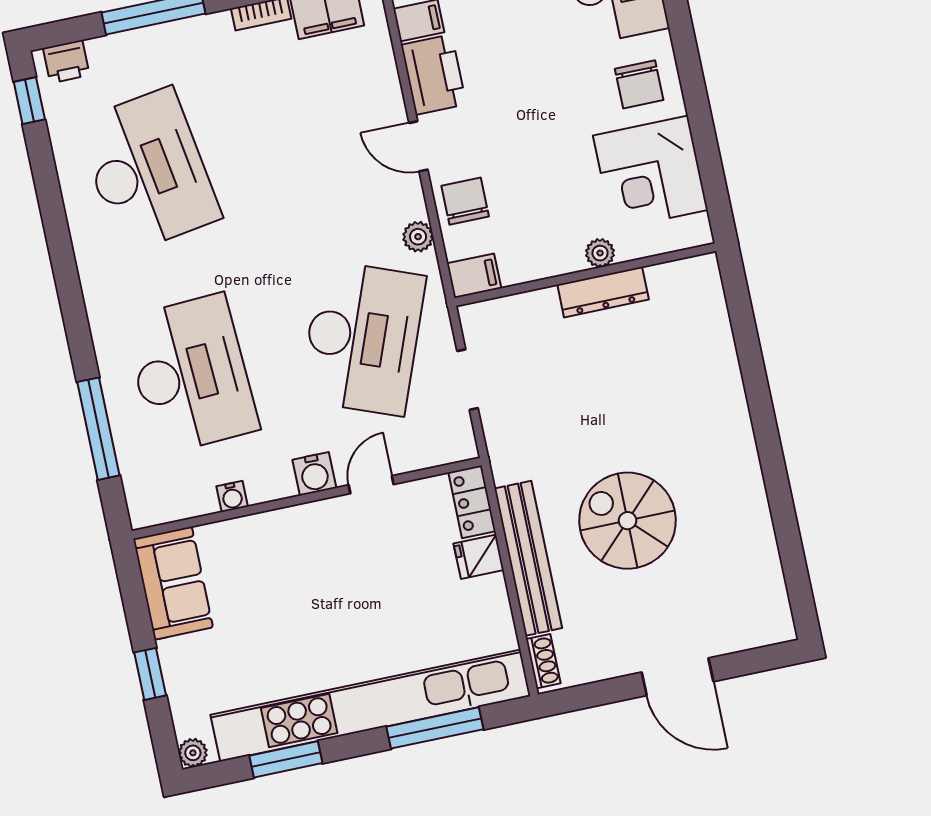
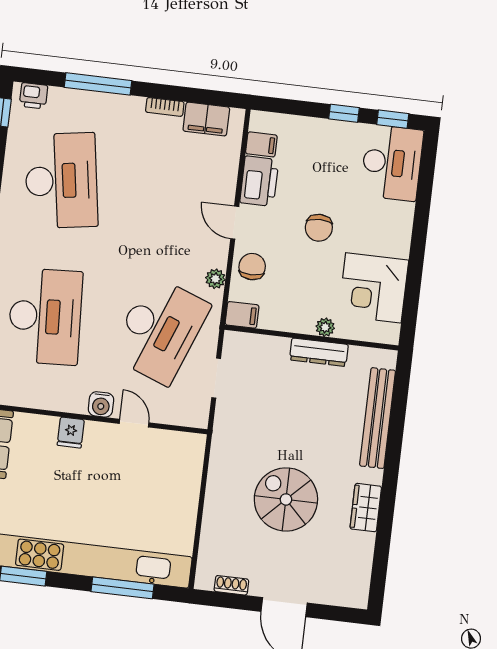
chair: (639, 84) -> (319, 228), moved
door: (371, 485) -> (134, 423), hinge flipped
wardrobe: (747, 493) -> (366, 508), added
water cooler: (232, 496) -> (45, 401), removed
locker: (472, 502) -> (193, 455), removed
fridge: (479, 557) -> (71, 433), moved, turned -90
bench: (528, 558) -> (378, 418), moved
shoe rack: (543, 661) -> (231, 585), moved, turned -90

